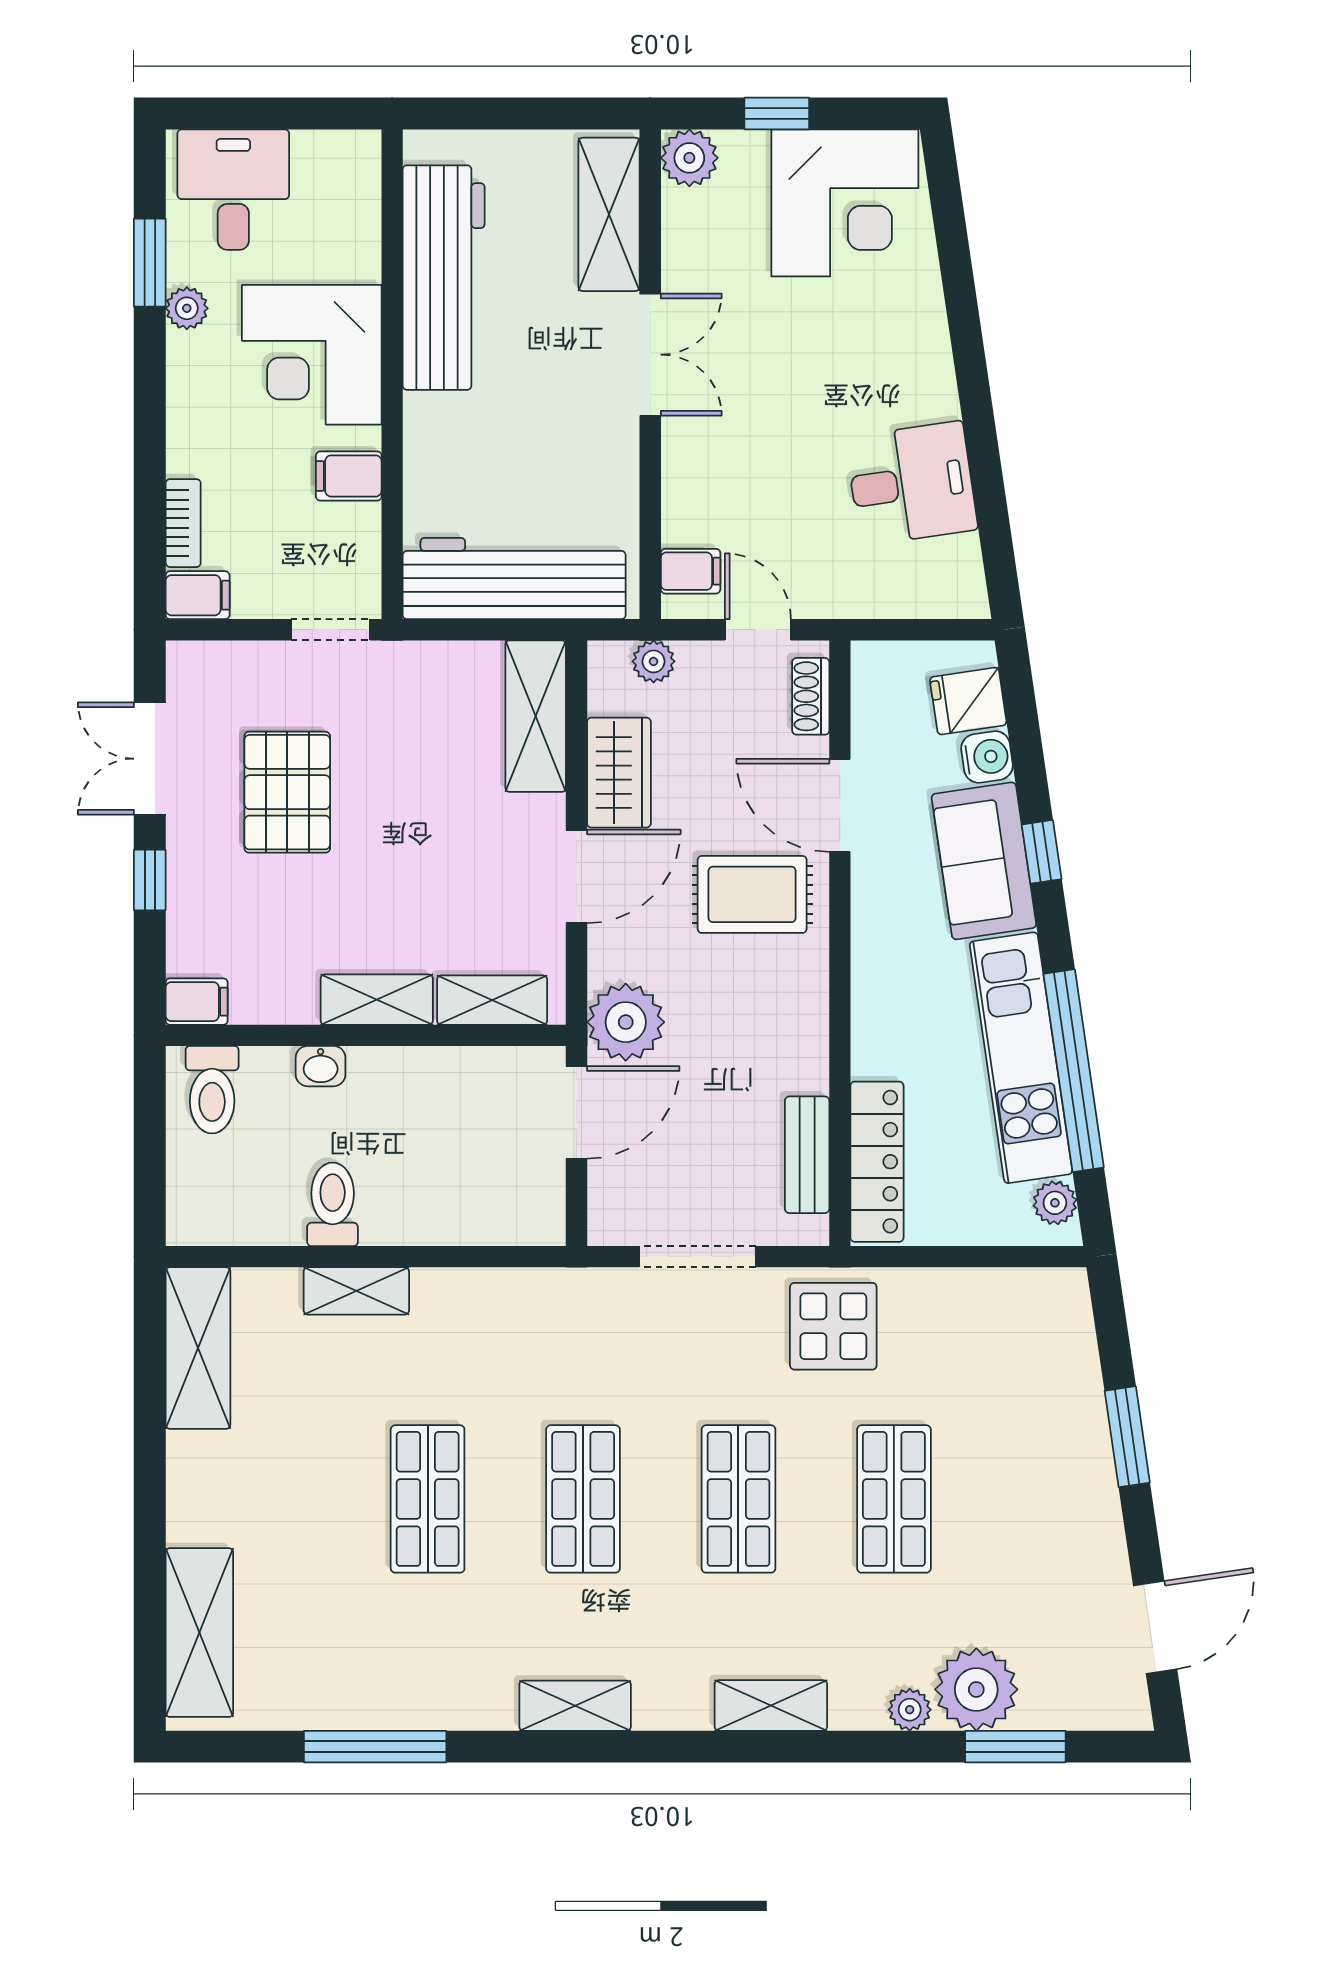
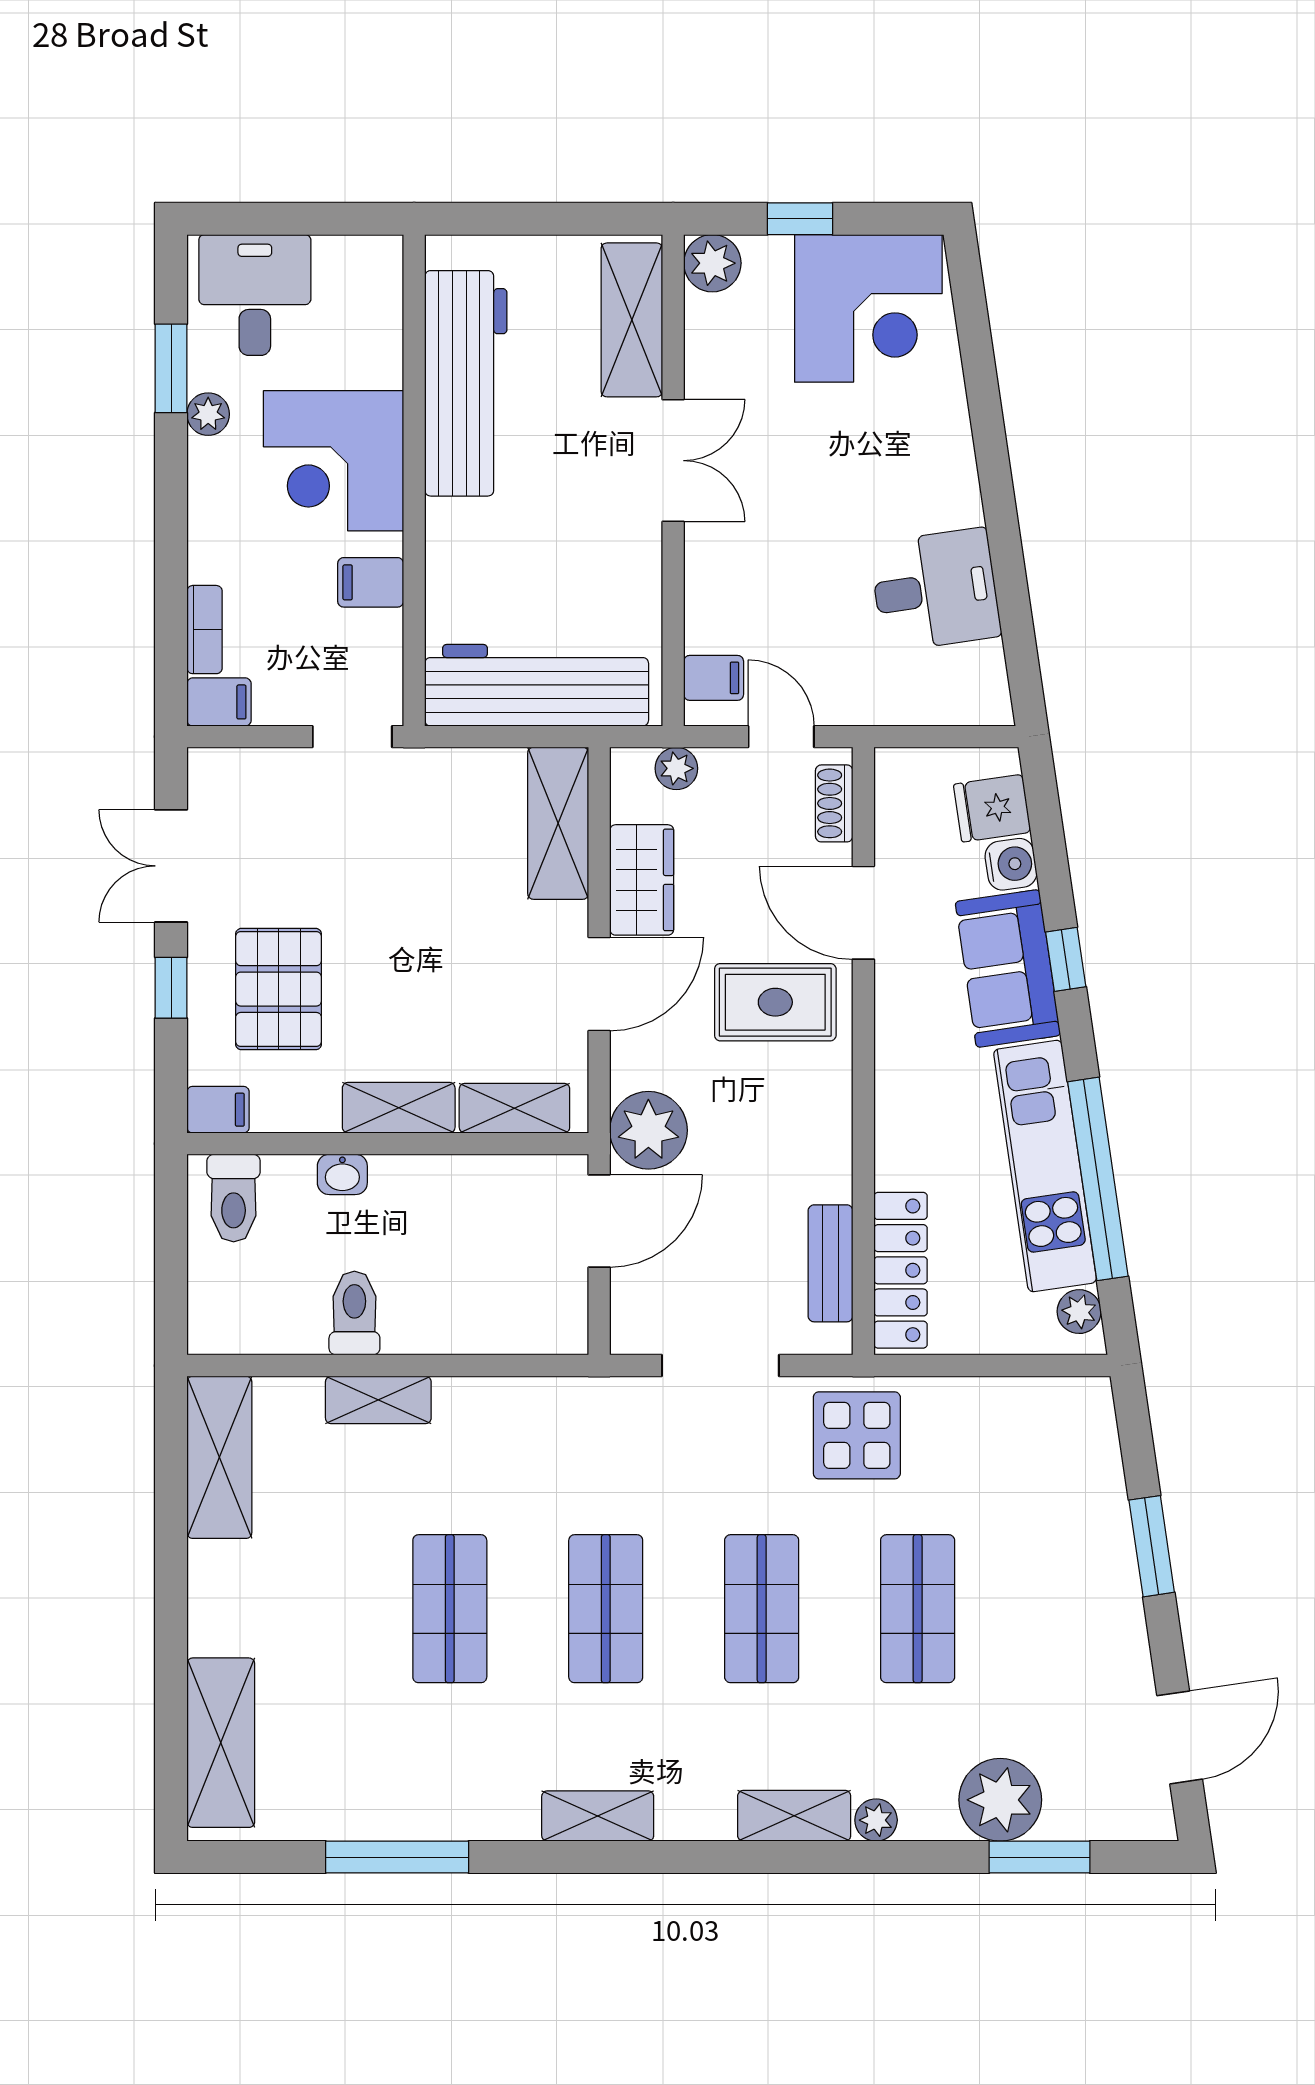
pallet: (287, 792) -> (279, 989), moved
plant: (910, 1710) -> (876, 1820), moved

